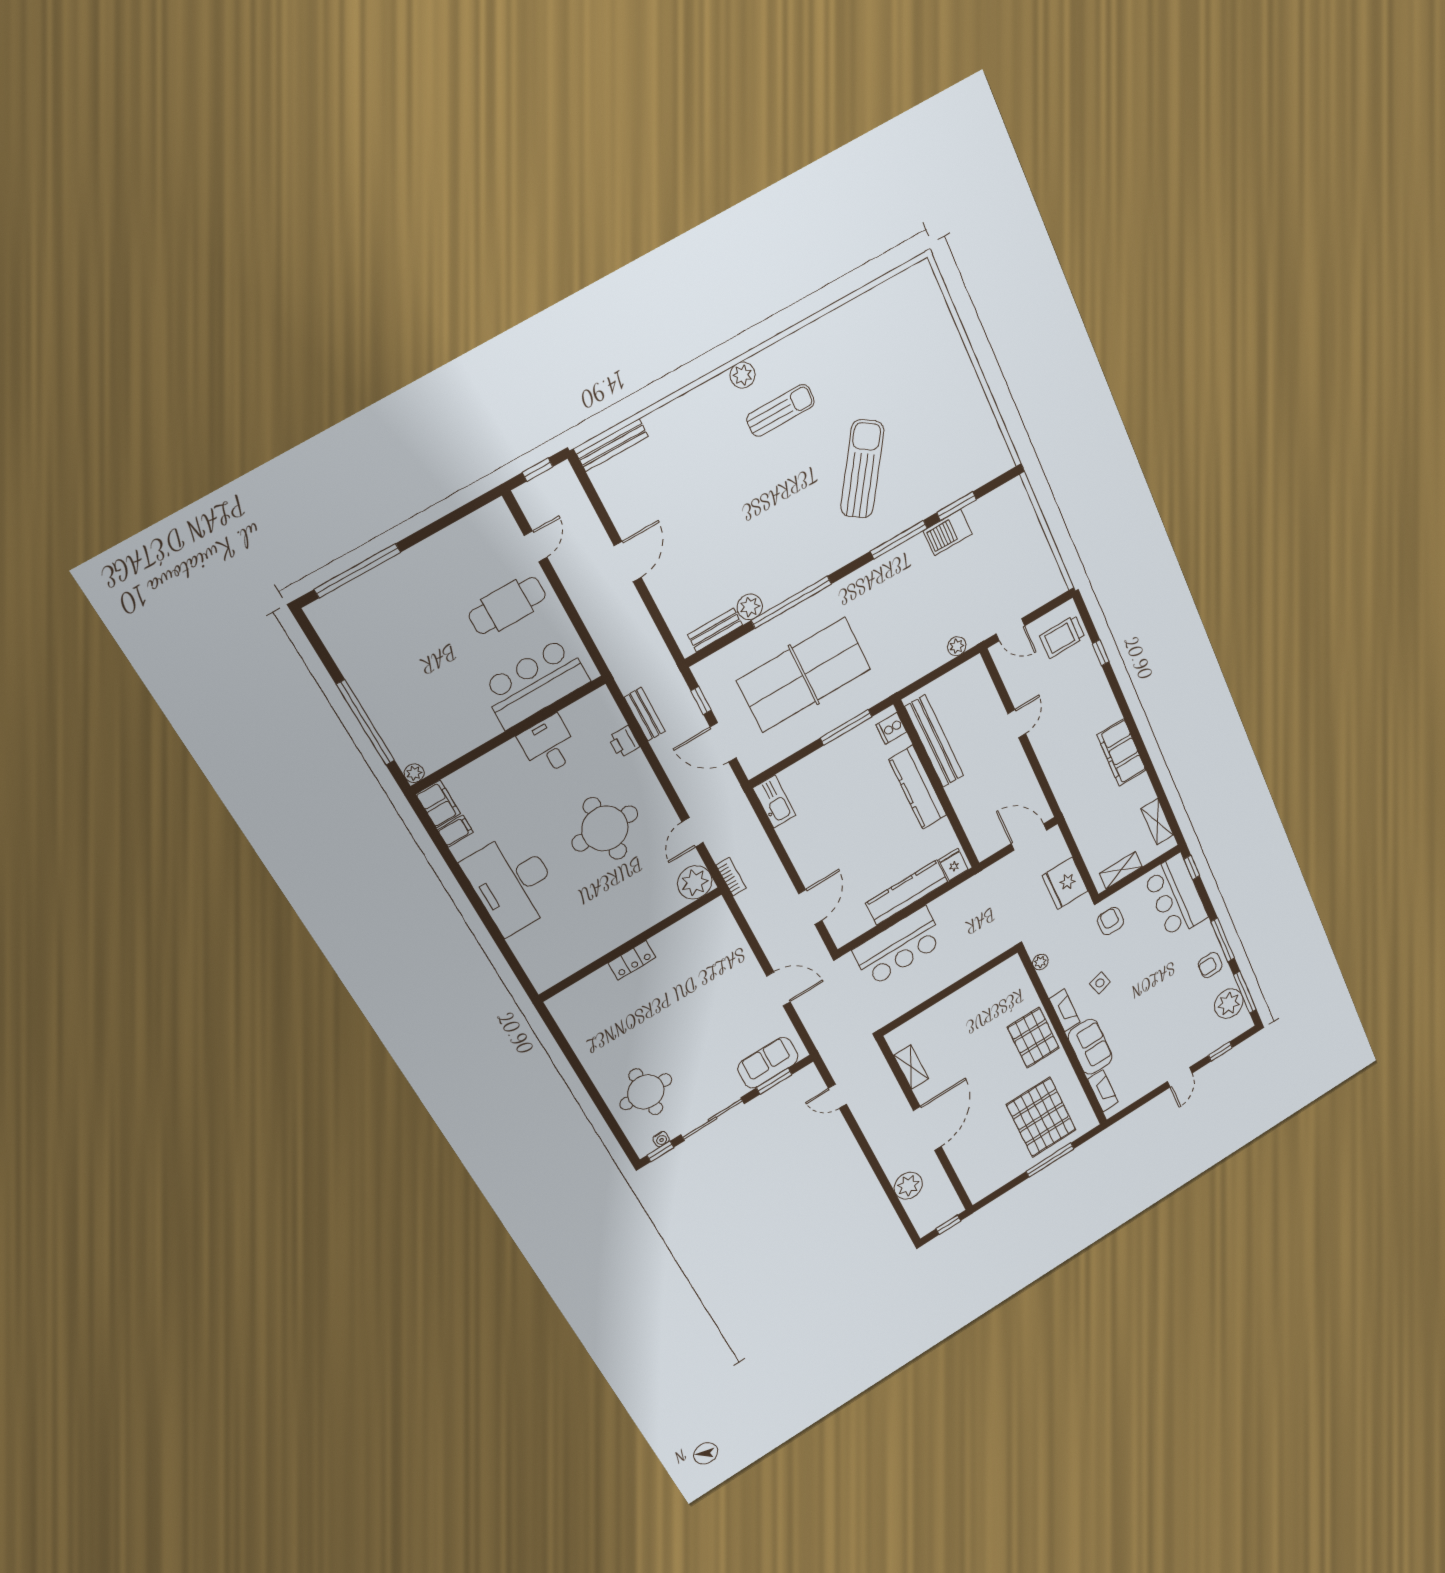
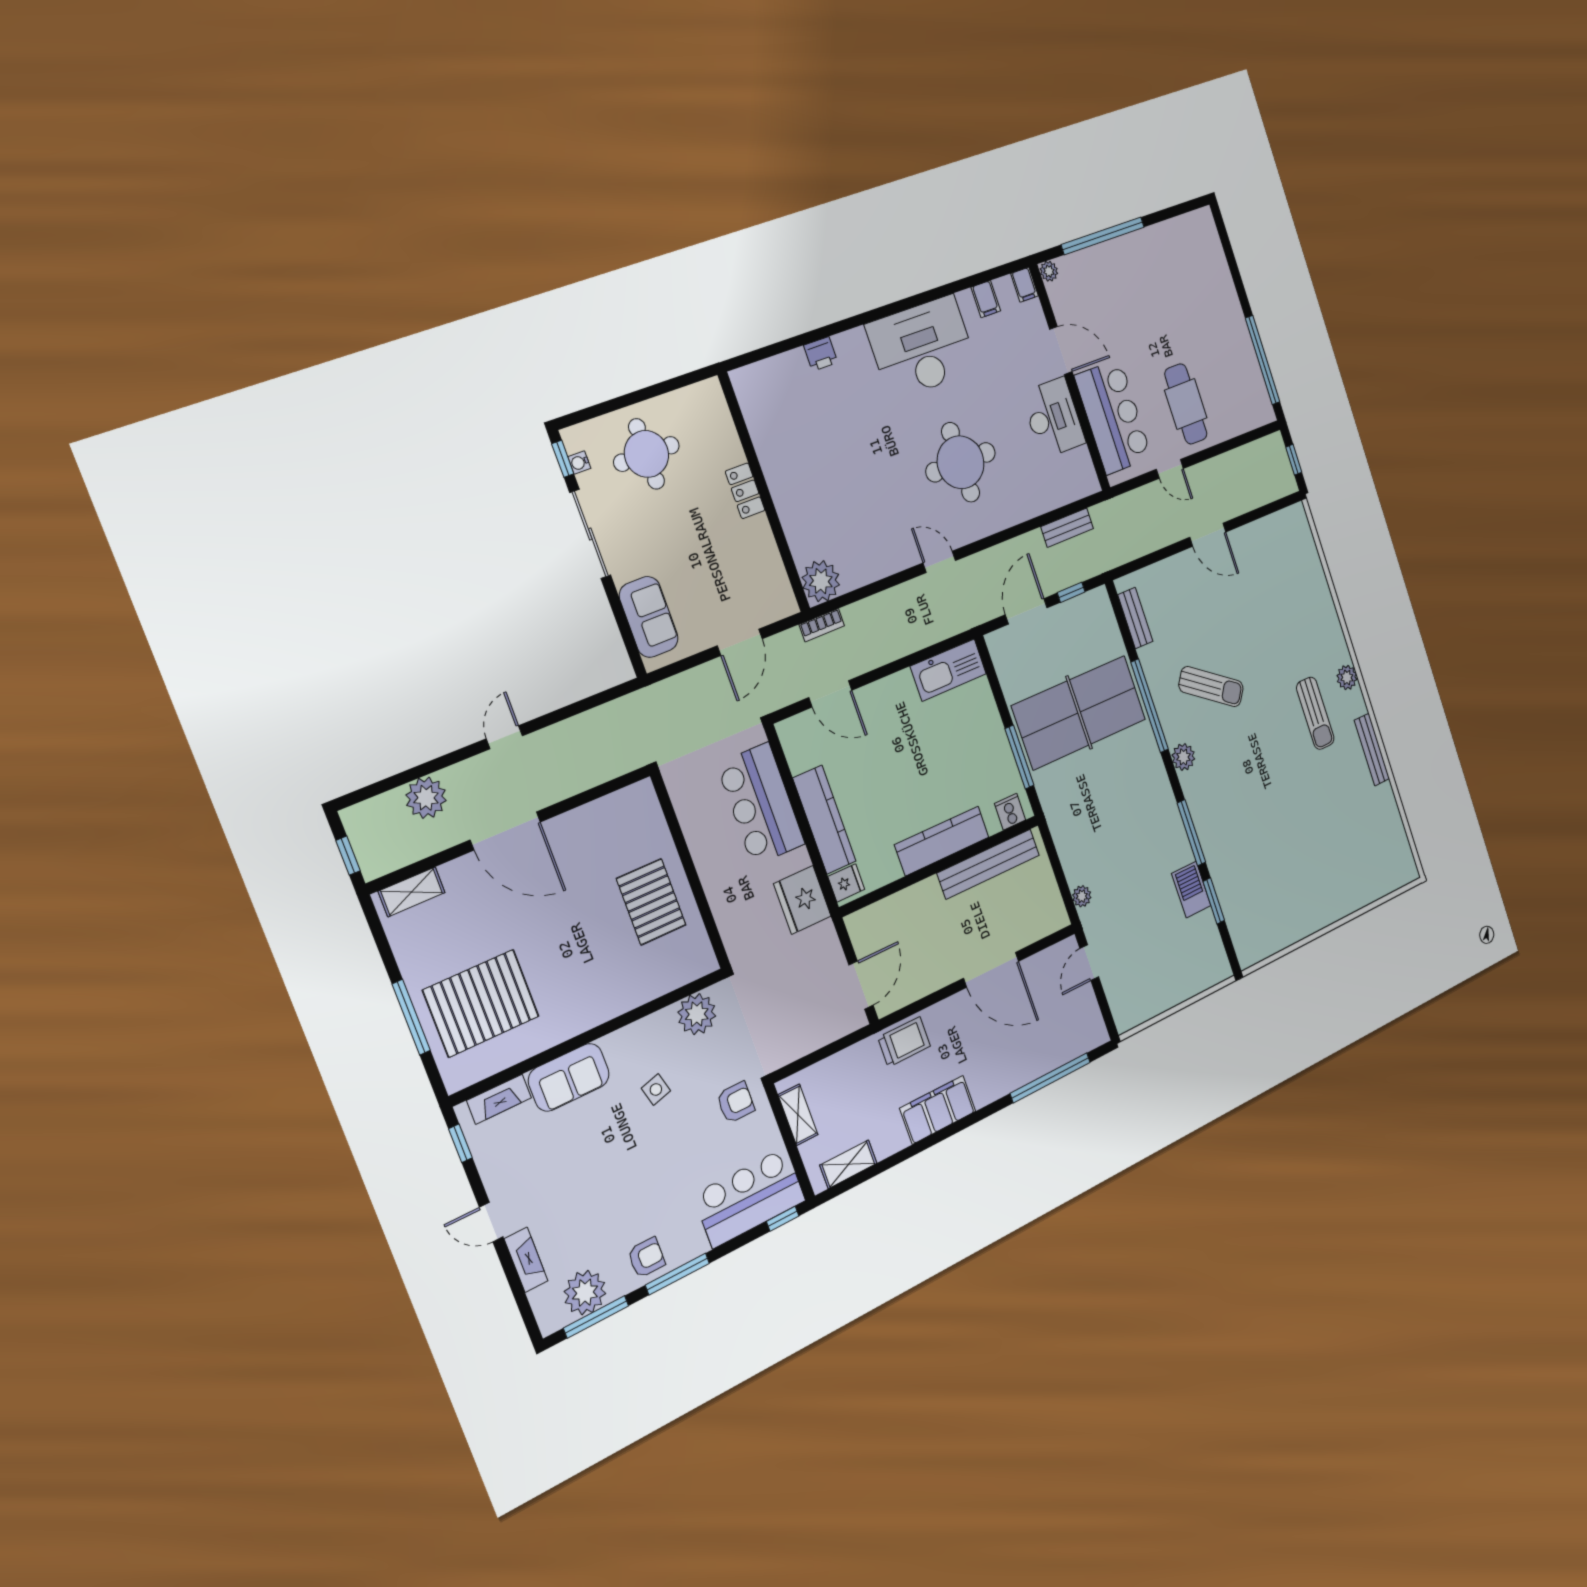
bench: (612, 445) -> (1372, 750), moved
sun lounger: (862, 469) -> (1211, 687), moved, width x0.73, depth x0.75
door: (536, 546) -> (1170, 469), moved
window: (357, 571) -> (1263, 360), moved
plant: (750, 607) -> (1183, 757), moved
trolley: (1062, 637) -> (904, 1042), moved, turned 90
window: (1101, 653) -> (1050, 1078), width x3.17
table tennis table: (804, 675) -> (1079, 712), turned 90
door: (1017, 724) -> (991, 970), width x1.88
printer: (624, 742) -> (821, 354), moved, turned 180
desk: (549, 745) -> (1053, 418), width x1.37
door: (485, 748) -> (1061, 351), added
kitchen sink: (774, 802) -> (948, 670), width x1.36, depth x1.24
filing cabinet: (438, 804) -> (1024, 285), width x0.50
bookcase: (731, 877) -> (822, 625), moved
plant: (695, 882) -> (821, 581), moved
fridge: (1065, 883) -> (802, 900), moved, turned -90
wall: (631, 944) -> (764, 493), moved
locker: (632, 960) -> (745, 491), moved
plant: (1040, 962) -> (697, 1014), width x1.88, depth x1.88
armchair: (1210, 965) -> (646, 1258), turned 90
fireplace: (1065, 1010) -> (526, 1260), moved, turned -90
pallet: (1033, 1038) -> (651, 902), moved, turned 90
window: (1220, 1051) -> (460, 1143), moved
shelving: (911, 1067) -> (412, 892), moved
window: (774, 1081) -> (622, 622), removed
door: (837, 1096) -> (504, 737), moved

